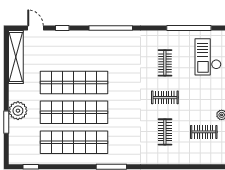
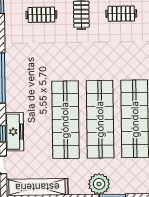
freezer: (64, 38) -> (14, 132), added

